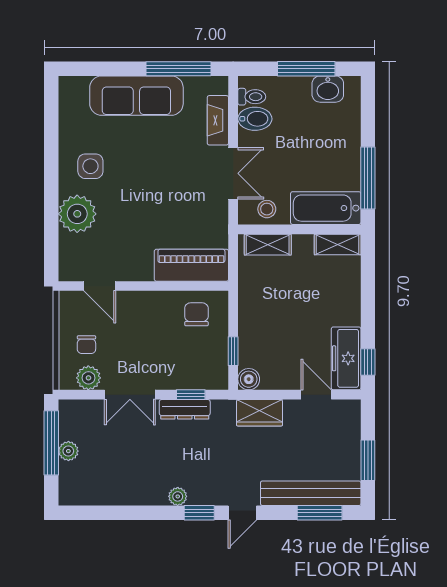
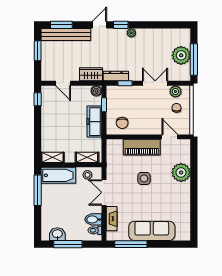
side table: (90, 166) -> (144, 178), moved
piano: (191, 265) -> (142, 147), moved
freezer: (346, 358) -> (94, 122), moved, turned 180
dresser: (185, 409) -> (116, 76), moved
plant: (68, 451) -> (181, 55), width x1.87, depth x1.87

